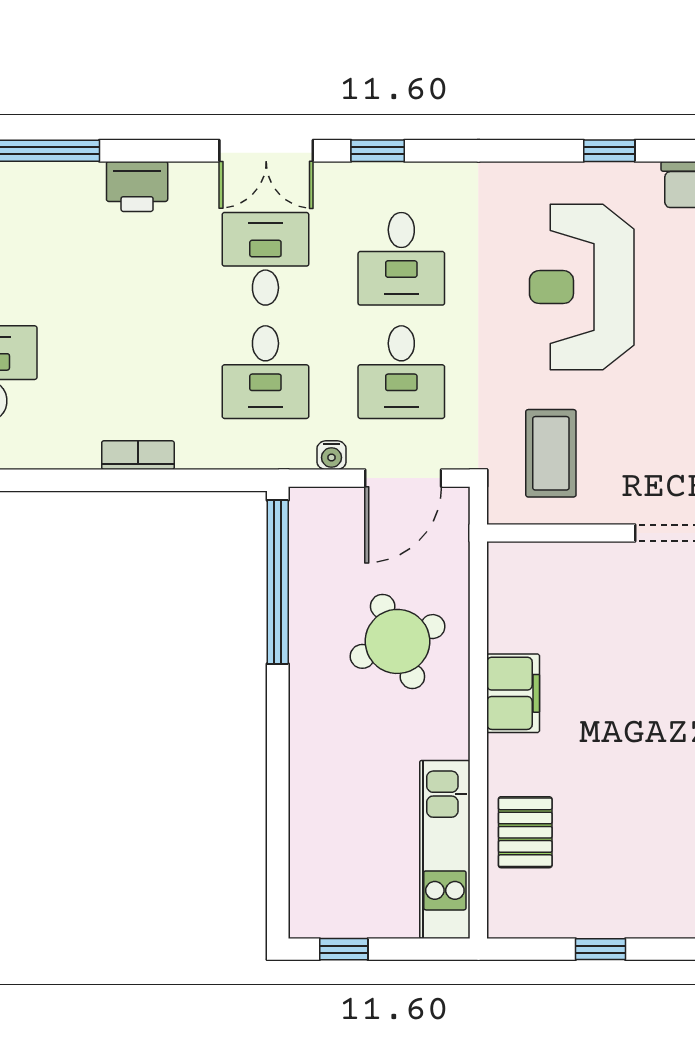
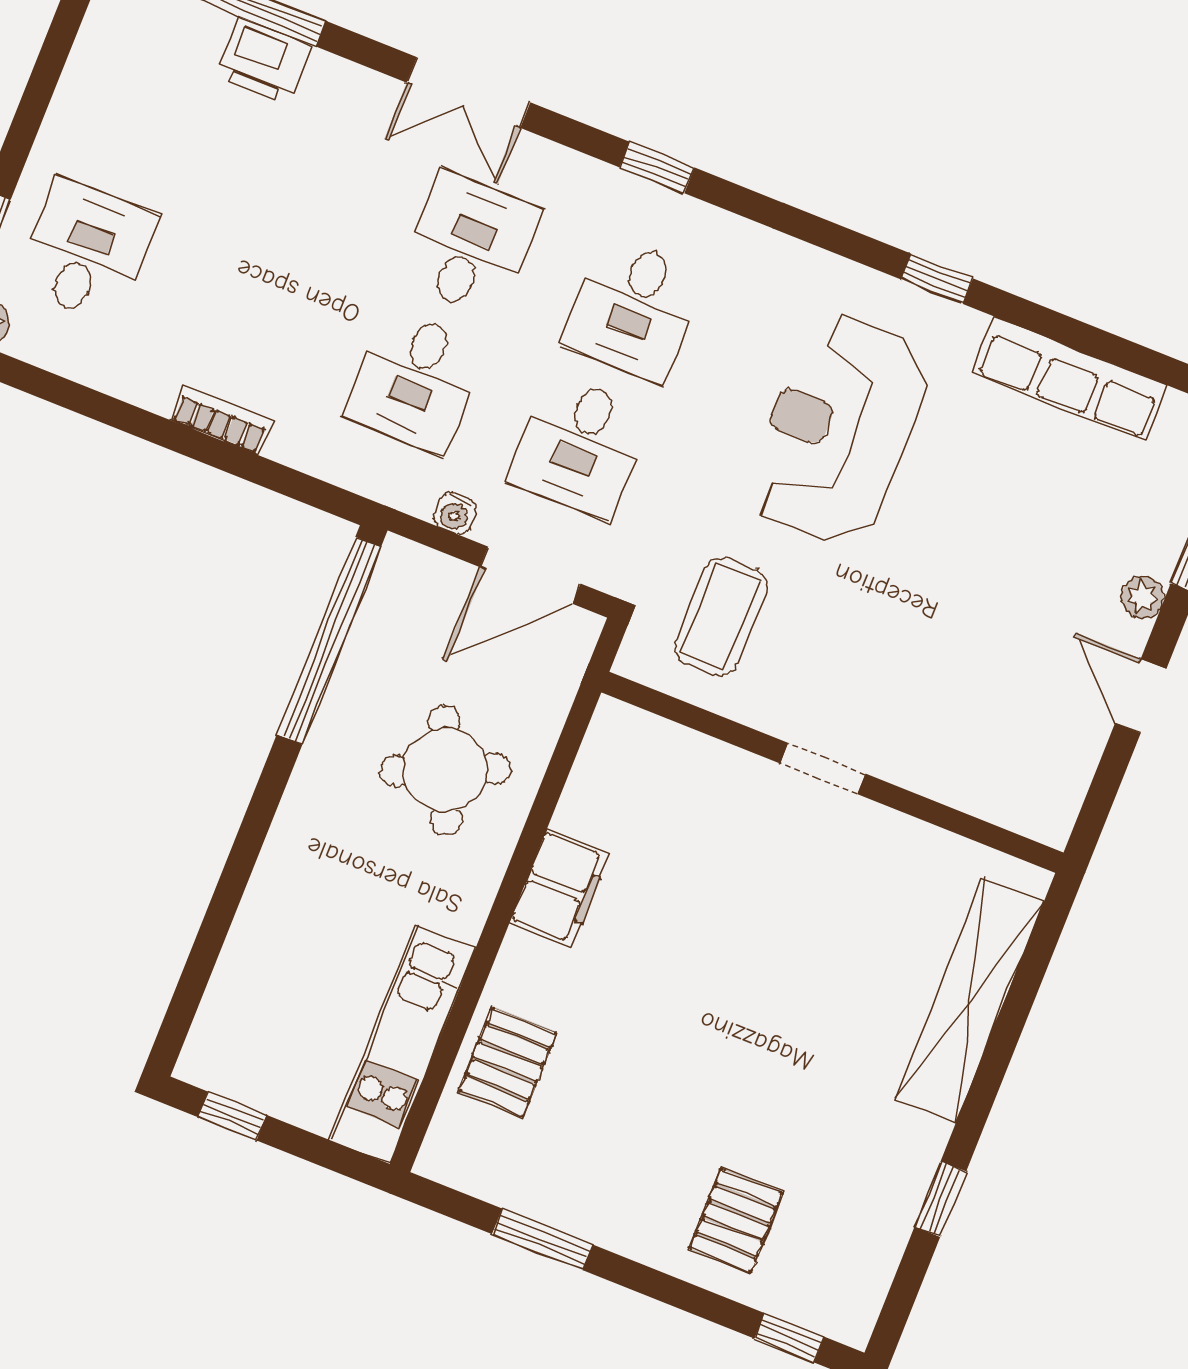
double door: (266, 151) -> (469, 92), moved
printer: (137, 186) -> (264, 61), moved
window: (601, 949) -> (542, 1239), width x1.50

